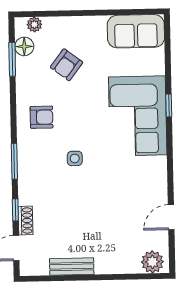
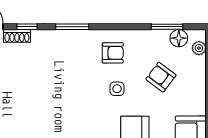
armchair: (42, 117) -> (113, 53), turned -90
side table: (75, 158) -> (117, 89), moved

